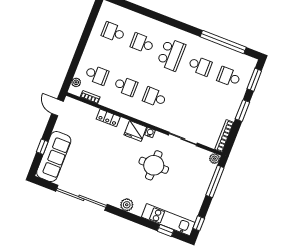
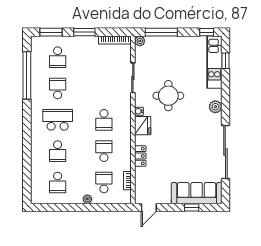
plant: (76, 82) -> (87, 199), moved

